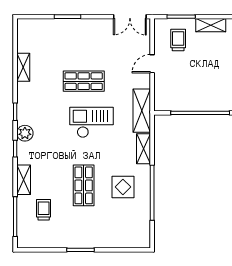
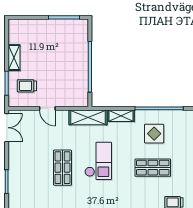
checkout: (92, 122) -> (98, 161), turned 180

